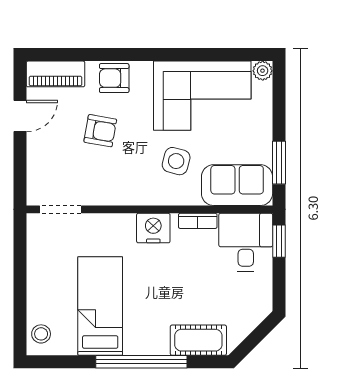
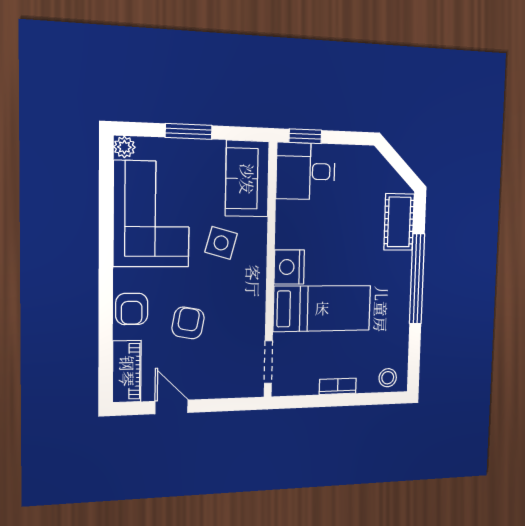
window: (279, 163) -> (189, 131), moved
bookcase: (198, 221) -> (338, 386), moved, turned -90
bed: (100, 306) -> (322, 308), moved, turned 180

